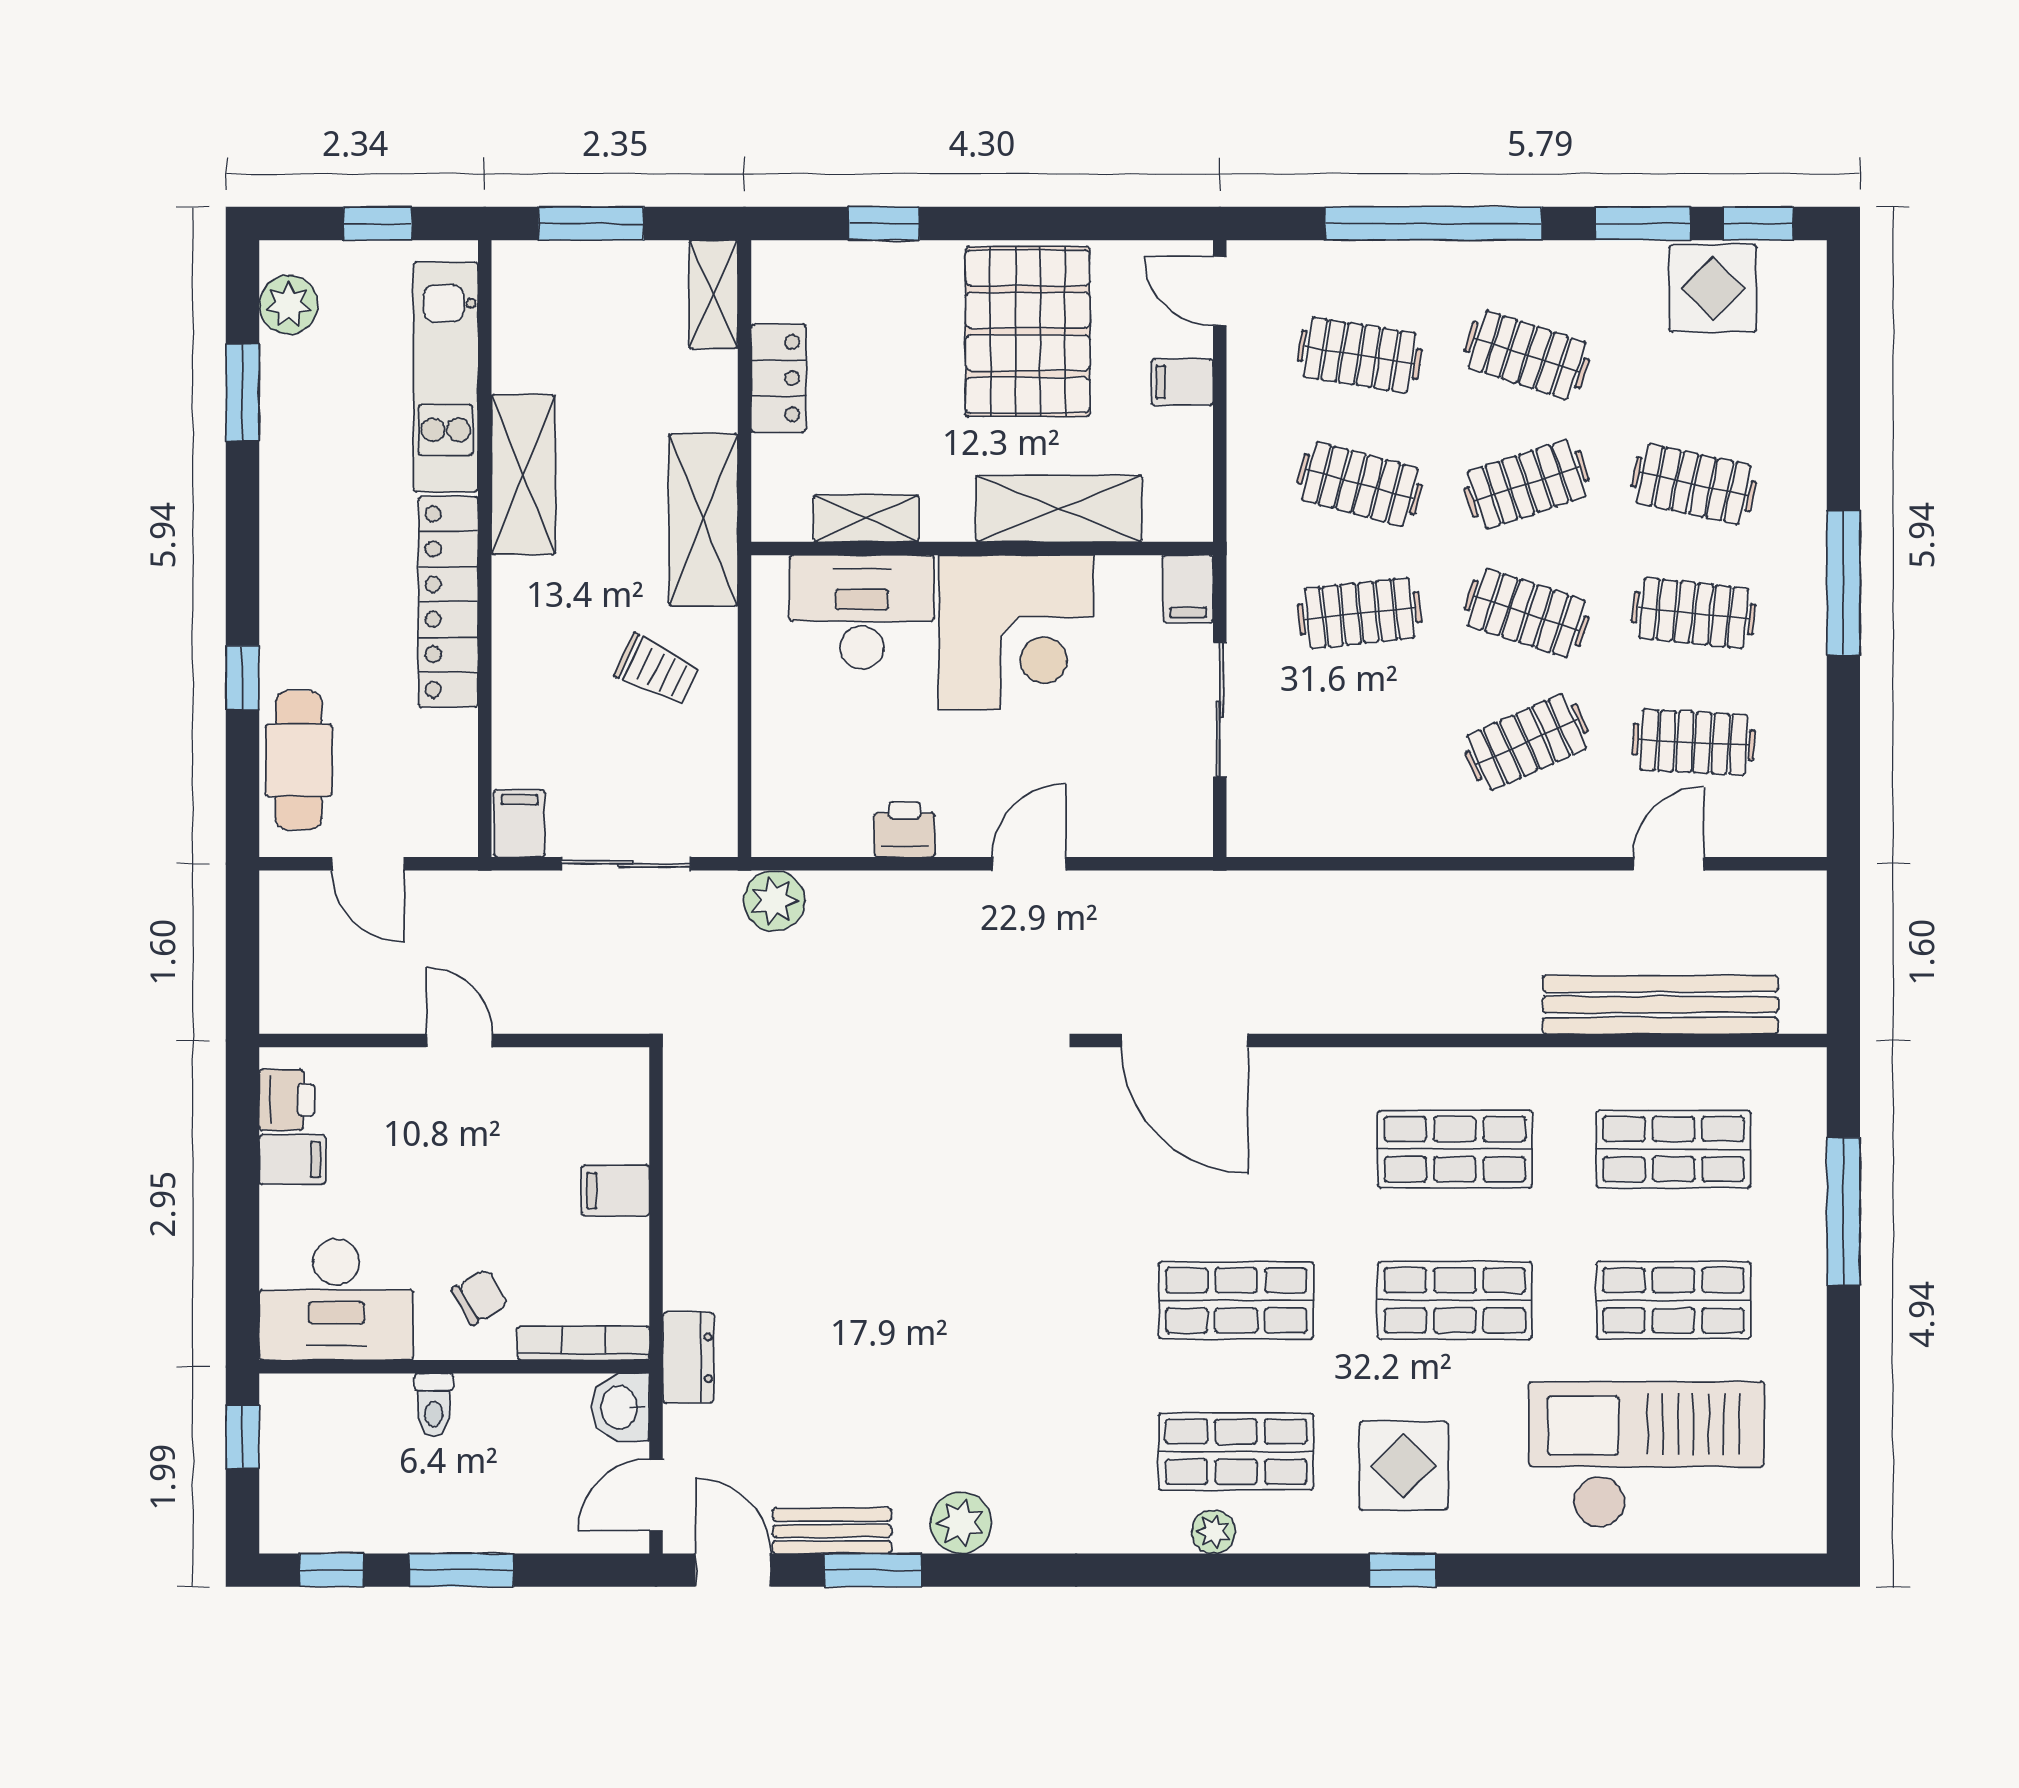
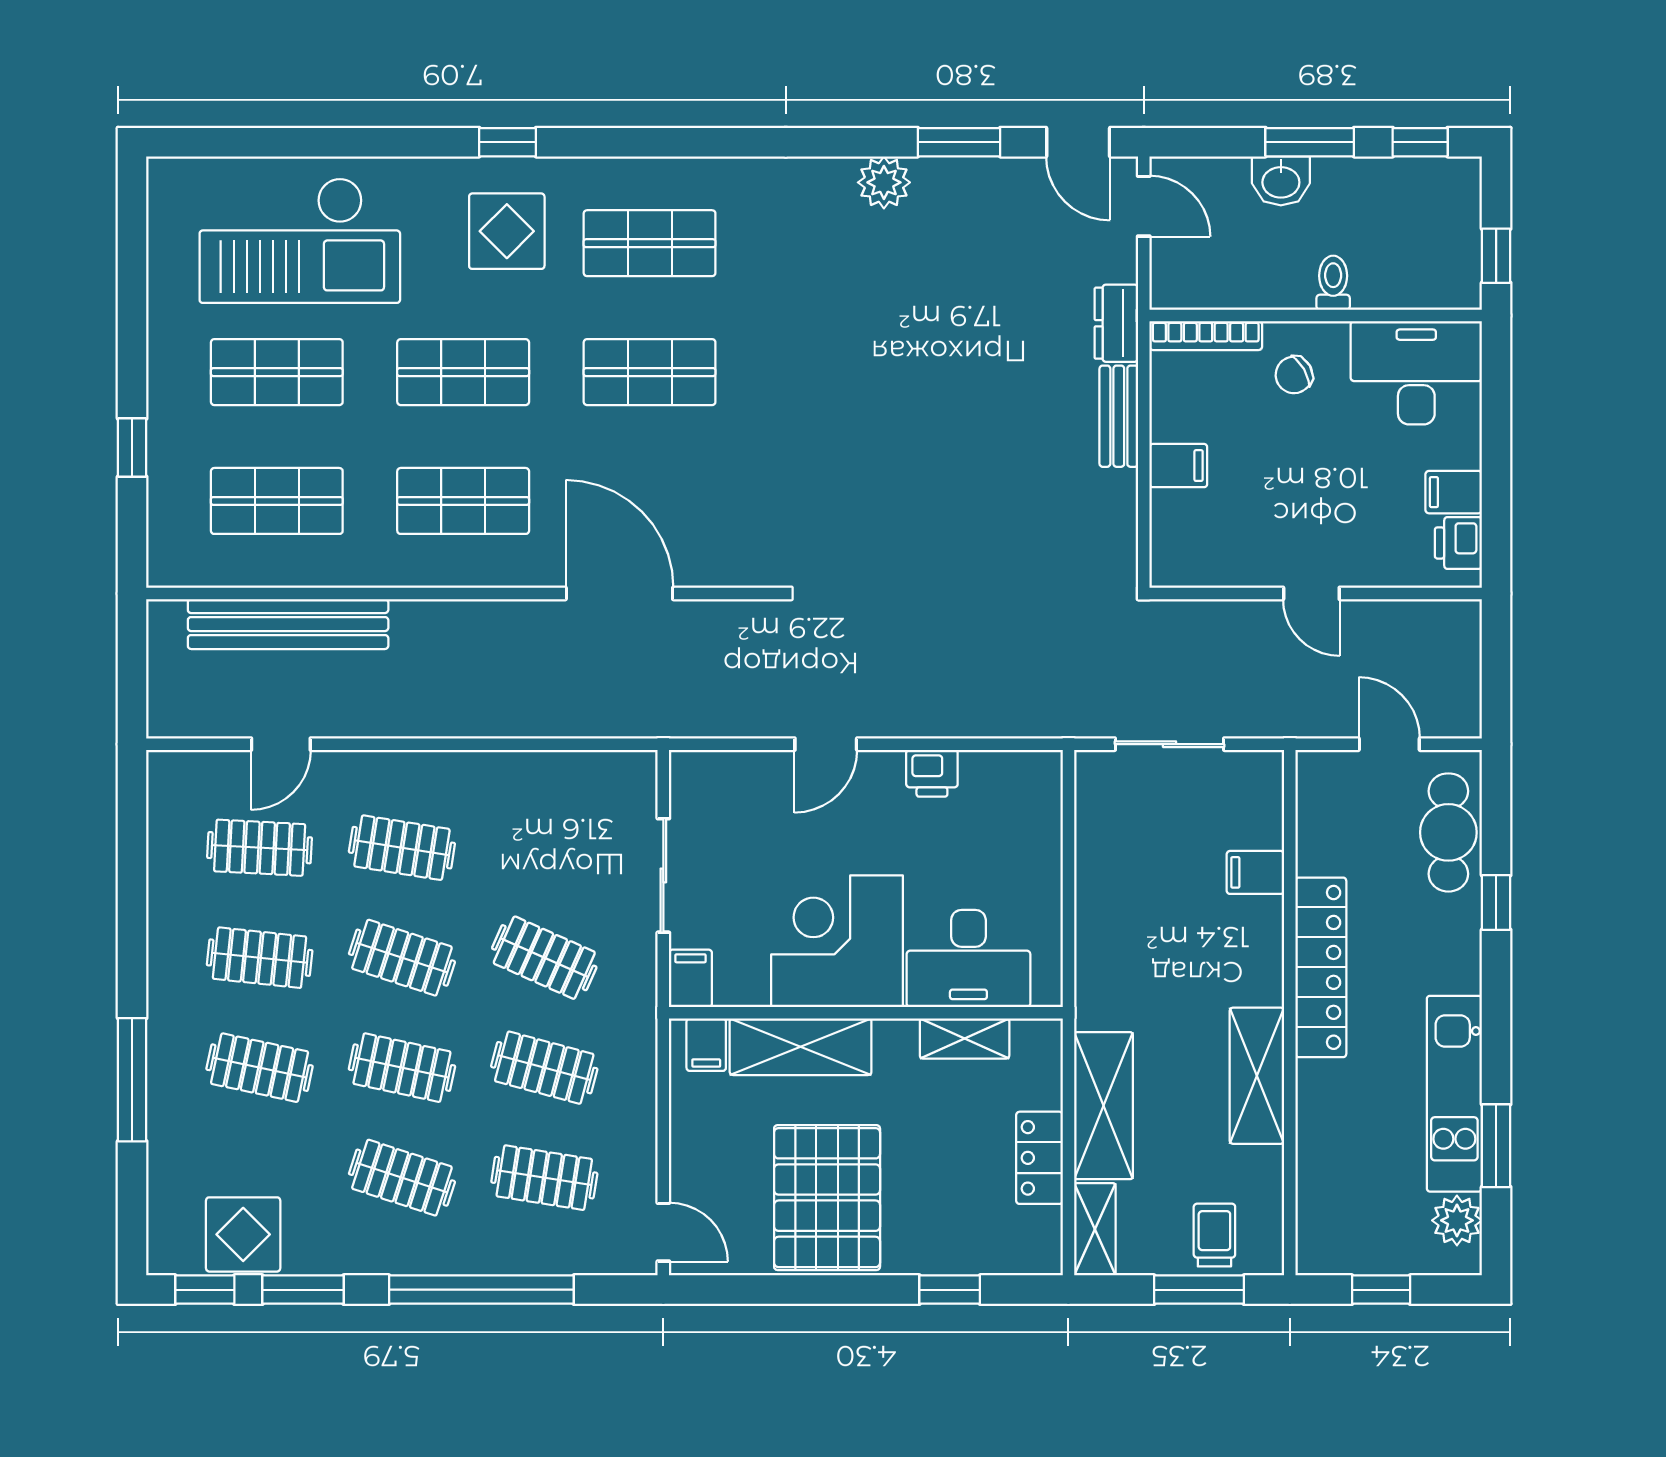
kitchen unit: (446, 377) -> (1454, 1094), moved, turned 180
filing cabinet: (1182, 382) -> (706, 1045), moved, turned 90
clothes rail: (1527, 484) -> (402, 1068), turned 30
shelving: (703, 520) -> (1104, 1106), moved
window: (1843, 583) -> (132, 1080), moved
clothes rail: (1360, 613) -> (544, 958), turned 30
trolley: (657, 670) -> (1214, 1235), moved, turned 64
clothes rail: (1527, 742) -> (402, 848), turned 33
filing cabinet: (519, 823) -> (1255, 872), moved, turned 90
plant: (774, 901) -> (1043, 713), removed
door: (1185, 1041) -> (619, 593), moved
window: (1843, 1212) -> (132, 448), width x0.46
washbasin: (621, 1407) -> (1281, 181), moved, turned 90
door: (656, 1495) -> (1144, 206), hinge flipped
bench: (832, 1531) -> (1119, 416), moved, turned 90
plant: (1213, 1532) -> (669, 175), removed

